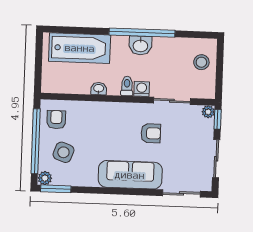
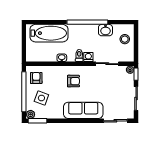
washbasin: (140, 45) -> (105, 30), moved
armchair: (151, 133) -> (73, 81), moved

